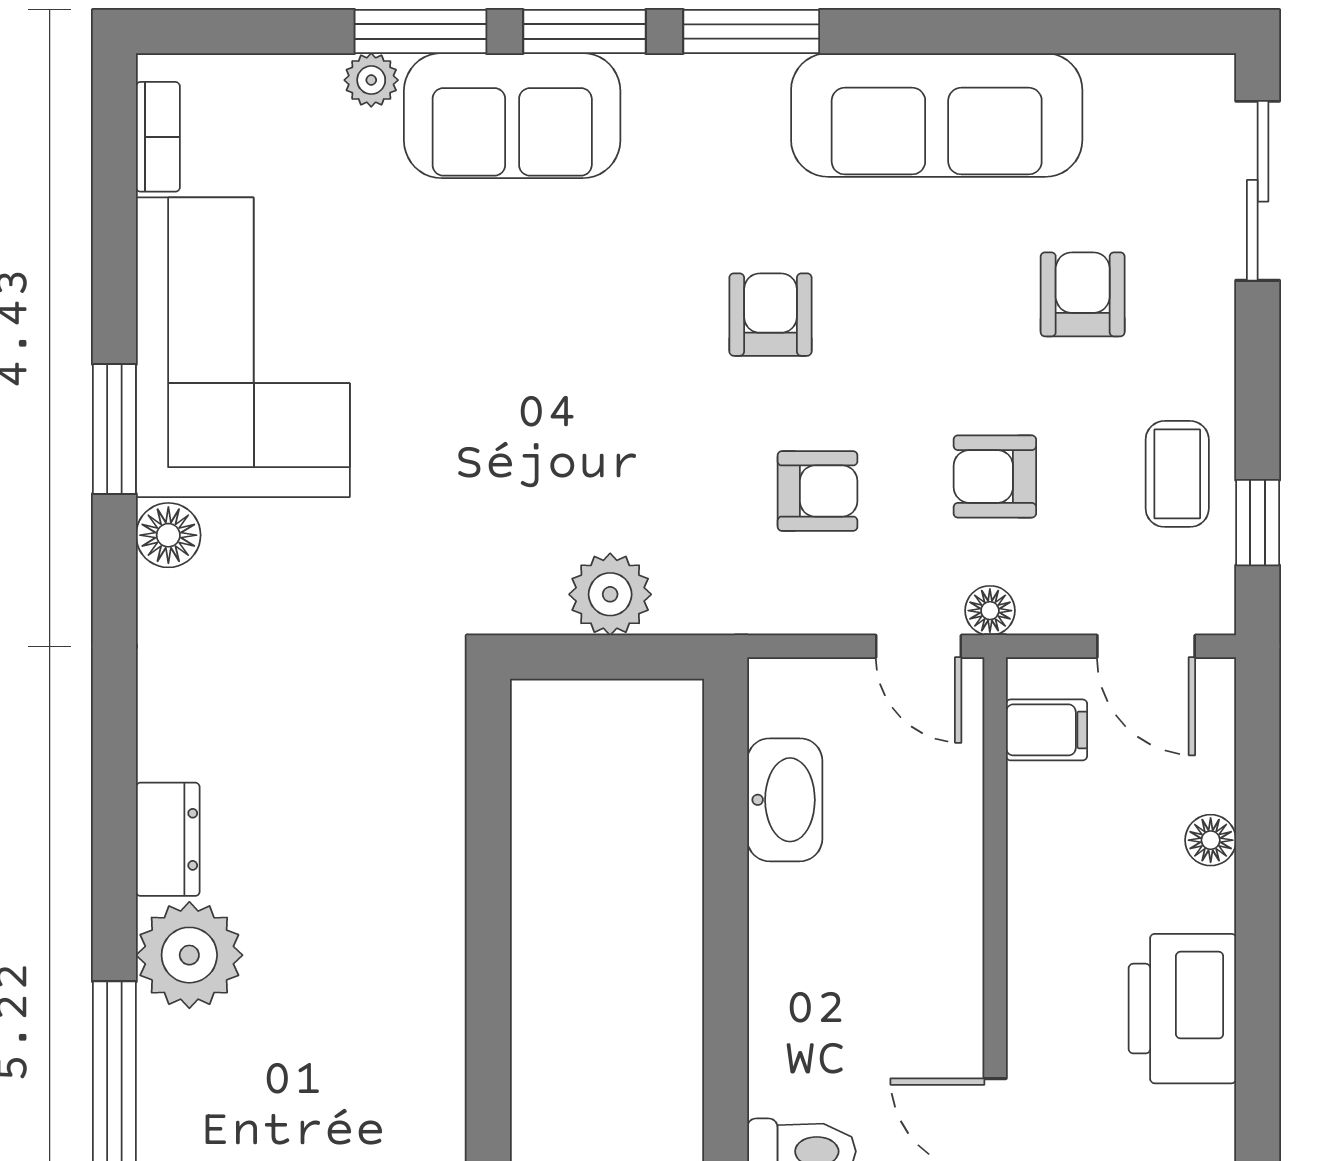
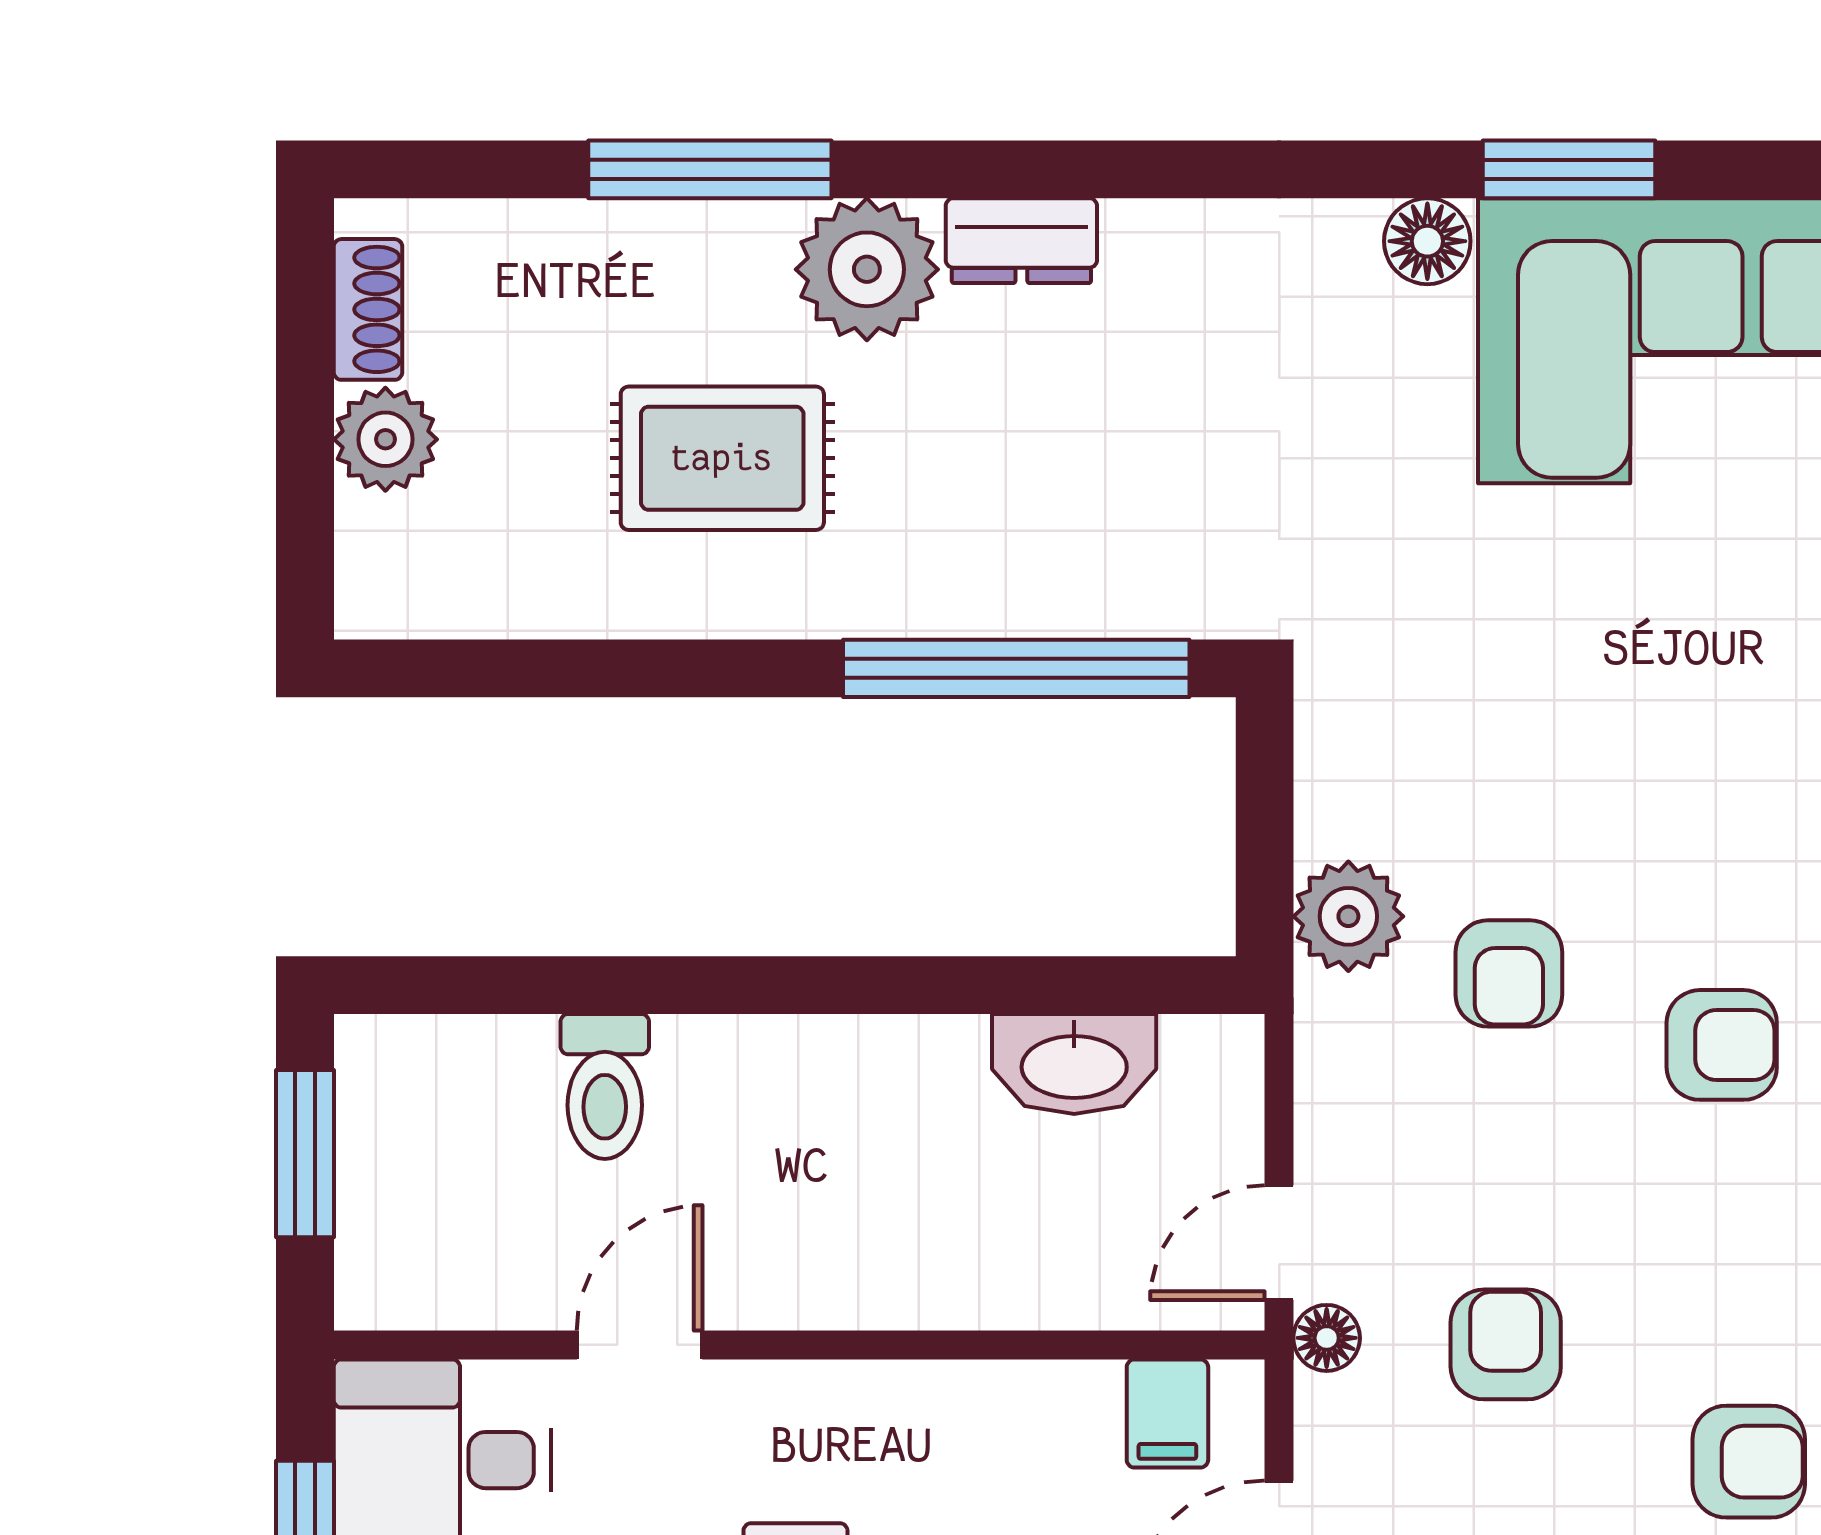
armchair: (817, 491) -> (1509, 973), moved
plant: (610, 594) -> (1348, 916), moved
window: (488, 843) -> (1016, 668), added
rug: (331, 1063) -> (722, 458), added

